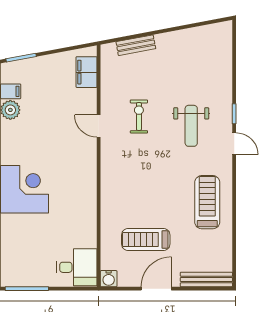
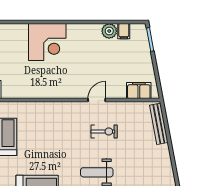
bench: (136, 45) -> (159, 124), width x1.36

